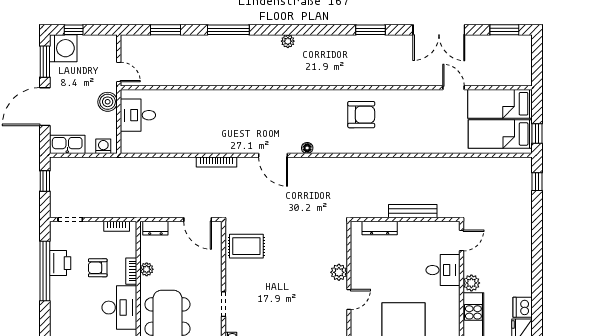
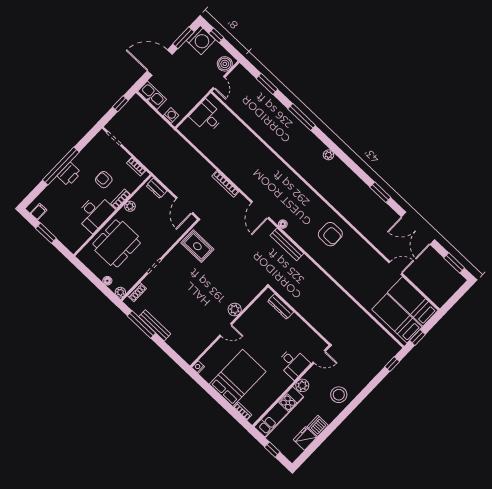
door: (453, 88) -> (396, 268), hinge flipped
boiler: (108, 102) -> (225, 64), moved
bench: (413, 211) -> (287, 244), moved
stool: (514, 259) -> (339, 395), added
printer: (60, 263) -> (69, 174), moved
window: (45, 271) -> (61, 166), moved

